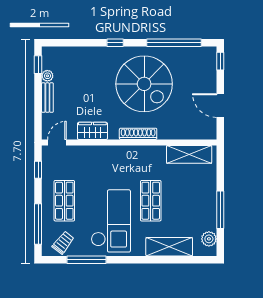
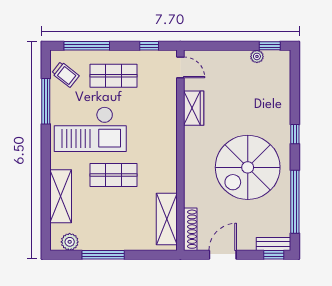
bench: (47, 98) -> (274, 244), moved
shoe rack: (138, 134) -> (190, 229), moved

